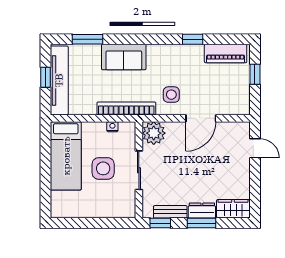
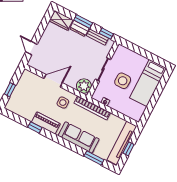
piano: (226, 54) -> (46, 123), moved
sofa: (124, 57) -> (79, 137), width x1.36
bed: (66, 156) -> (148, 83), moved, turned 180

